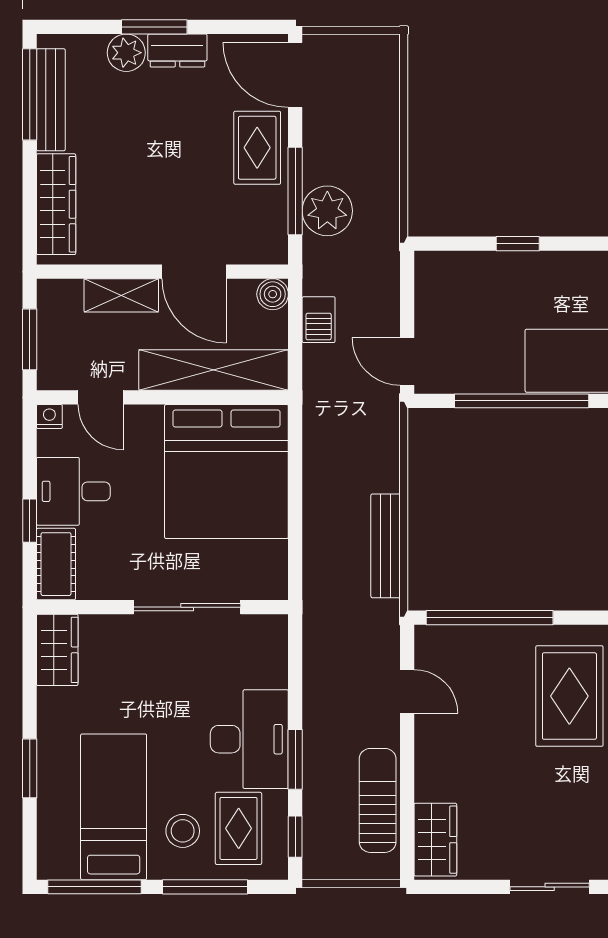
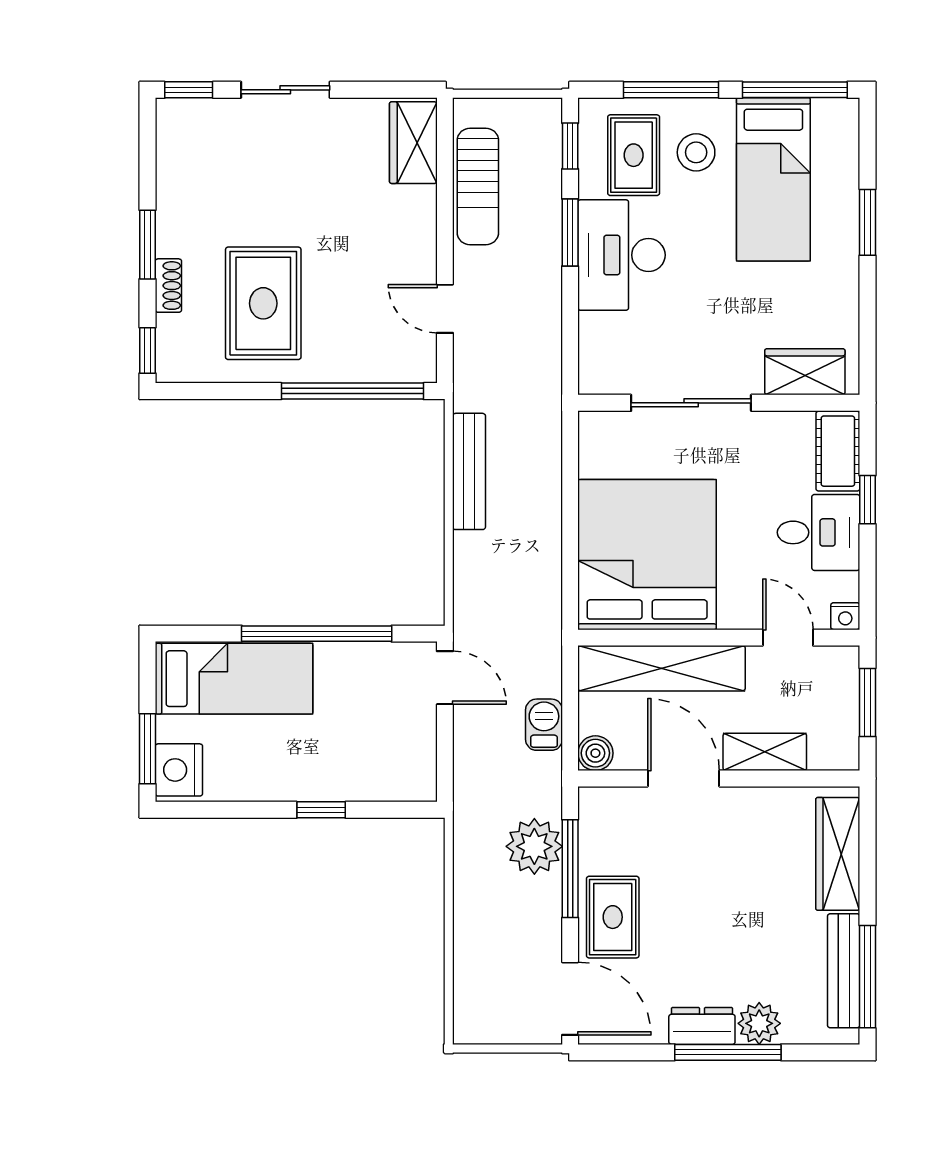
window: (154, 27) -> (728, 1052), width x1.44
wardrobe: (57, 650) -> (805, 372), moved, turned 90

